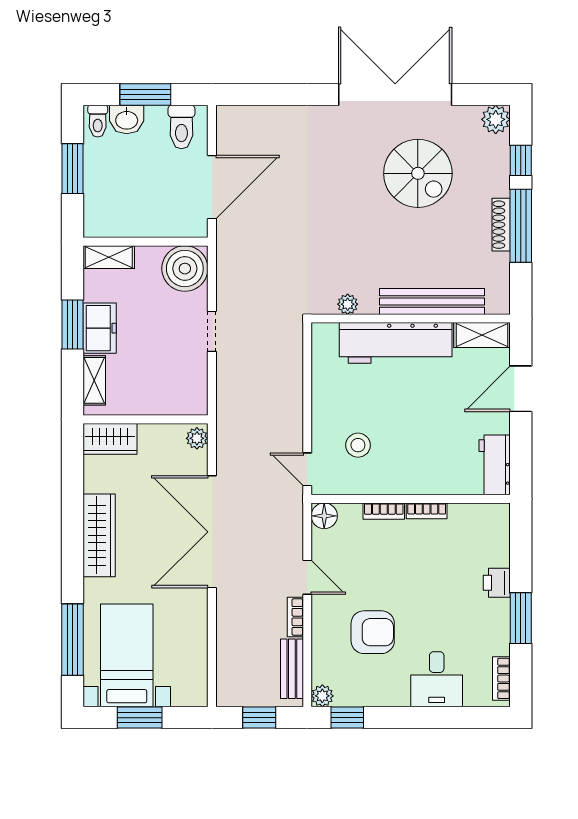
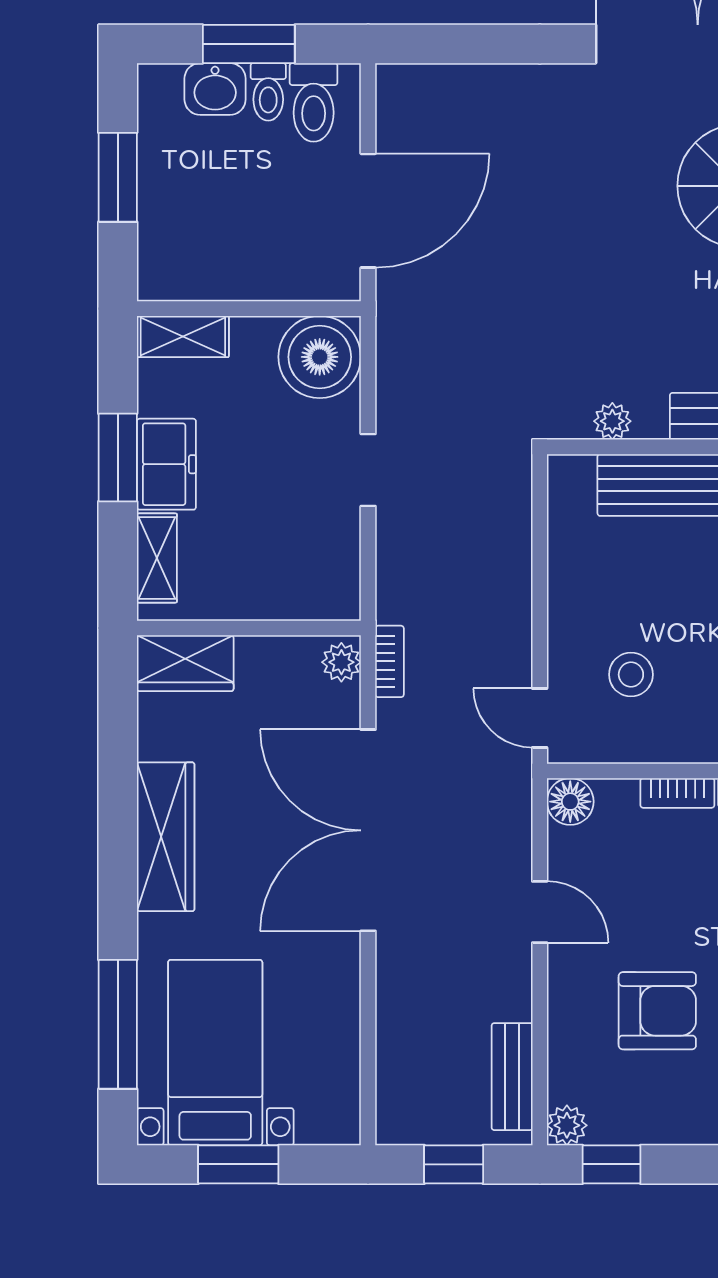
toilet: (98, 121) -> (268, 92), moved
bookcase: (295, 617) -> (390, 661), moved, turned 180

